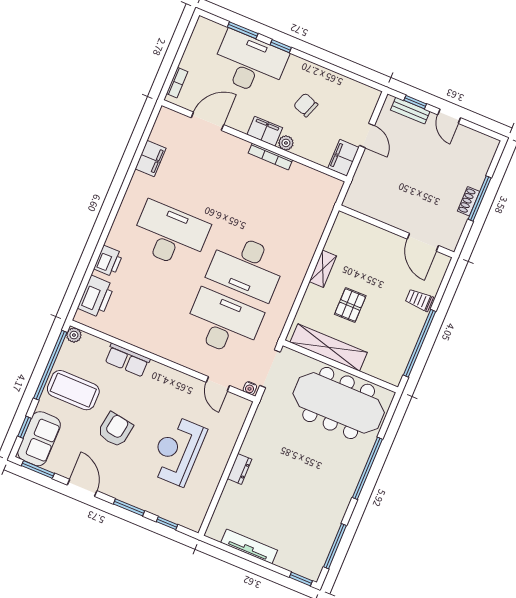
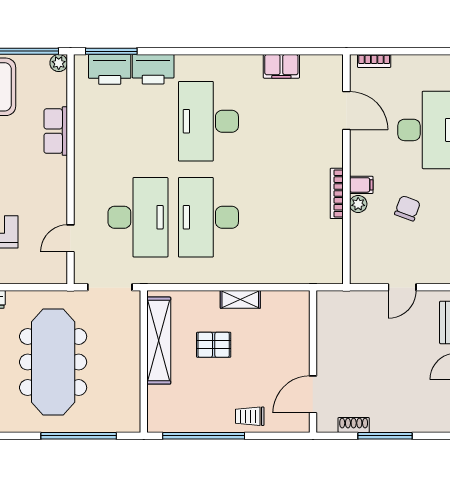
filing cabinet: (265, 131) -> (361, 185), width x0.50
filing cabinet: (343, 158) -> (368, 272), removed
shoe rack: (469, 201) -> (354, 425), moved
desk: (170, 235) -> (208, 121), turned 180
printer: (108, 261) -> (153, 69), width x1.37, depth x1.19
window: (82, 289) -> (111, 51), added
trolley: (419, 300) -> (250, 416), turned -90
water cooler: (250, 388) -> (80, 274), removed
meeting table: (339, 403) -> (53, 362), moved
window: (367, 468) -> (79, 436), moved

